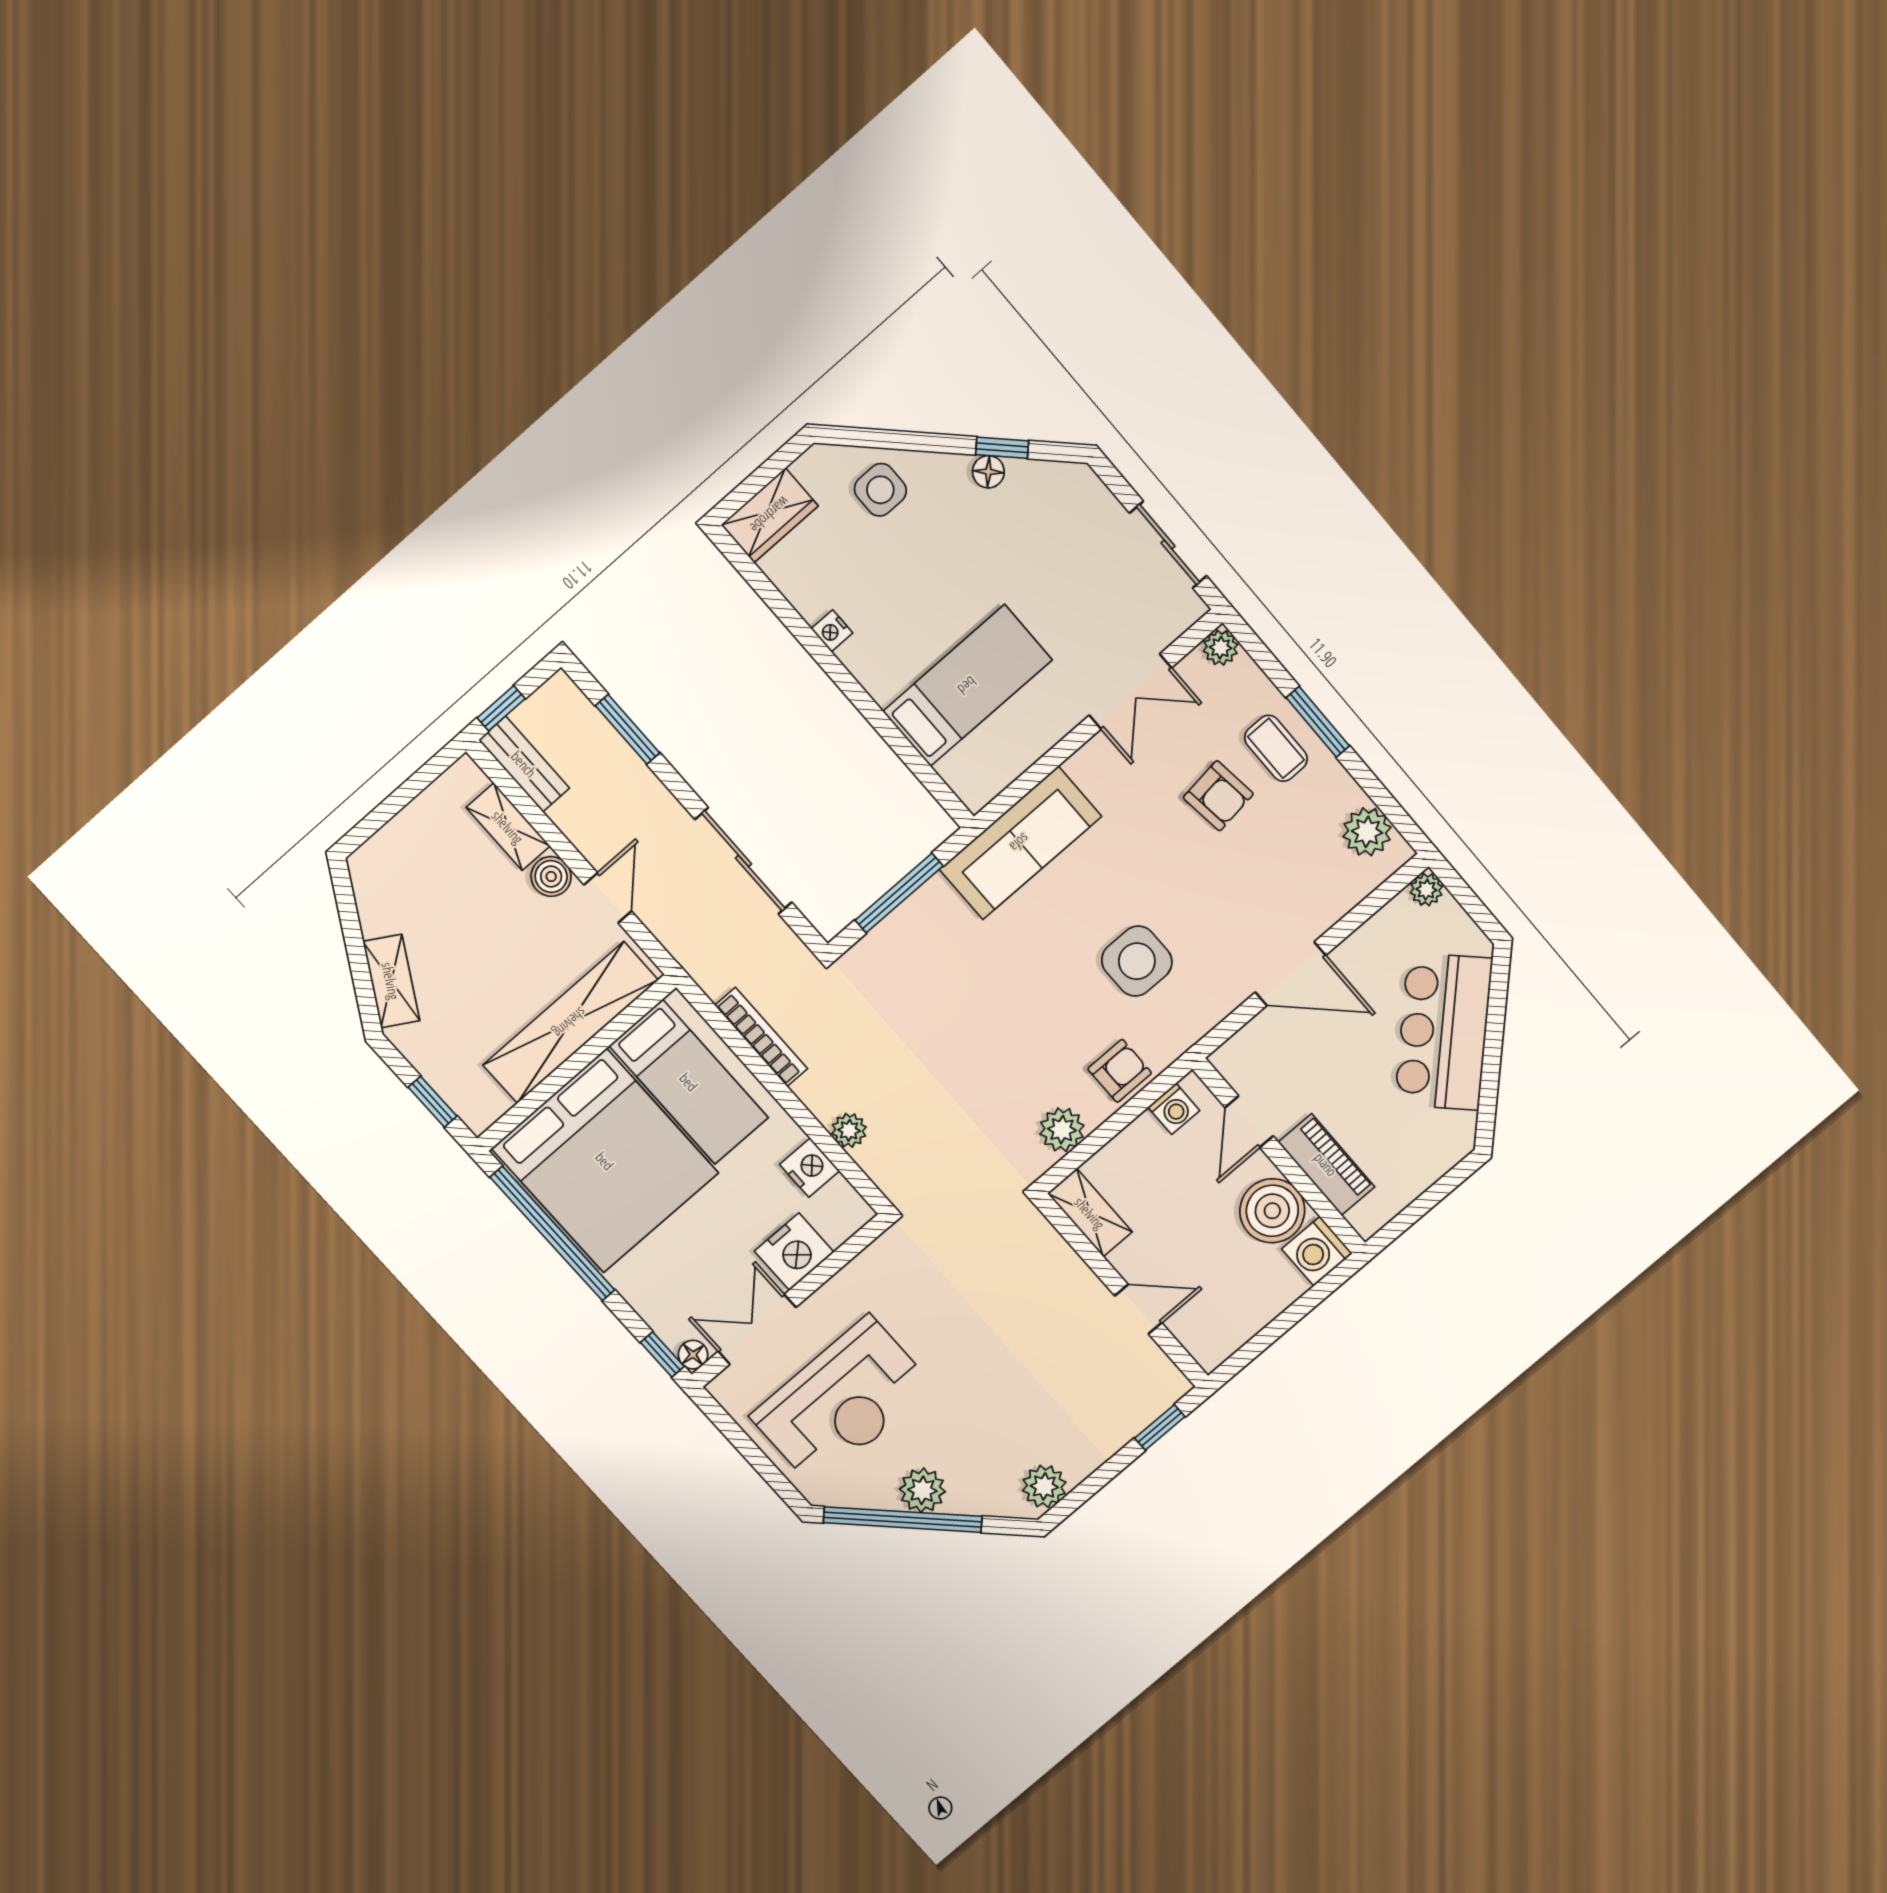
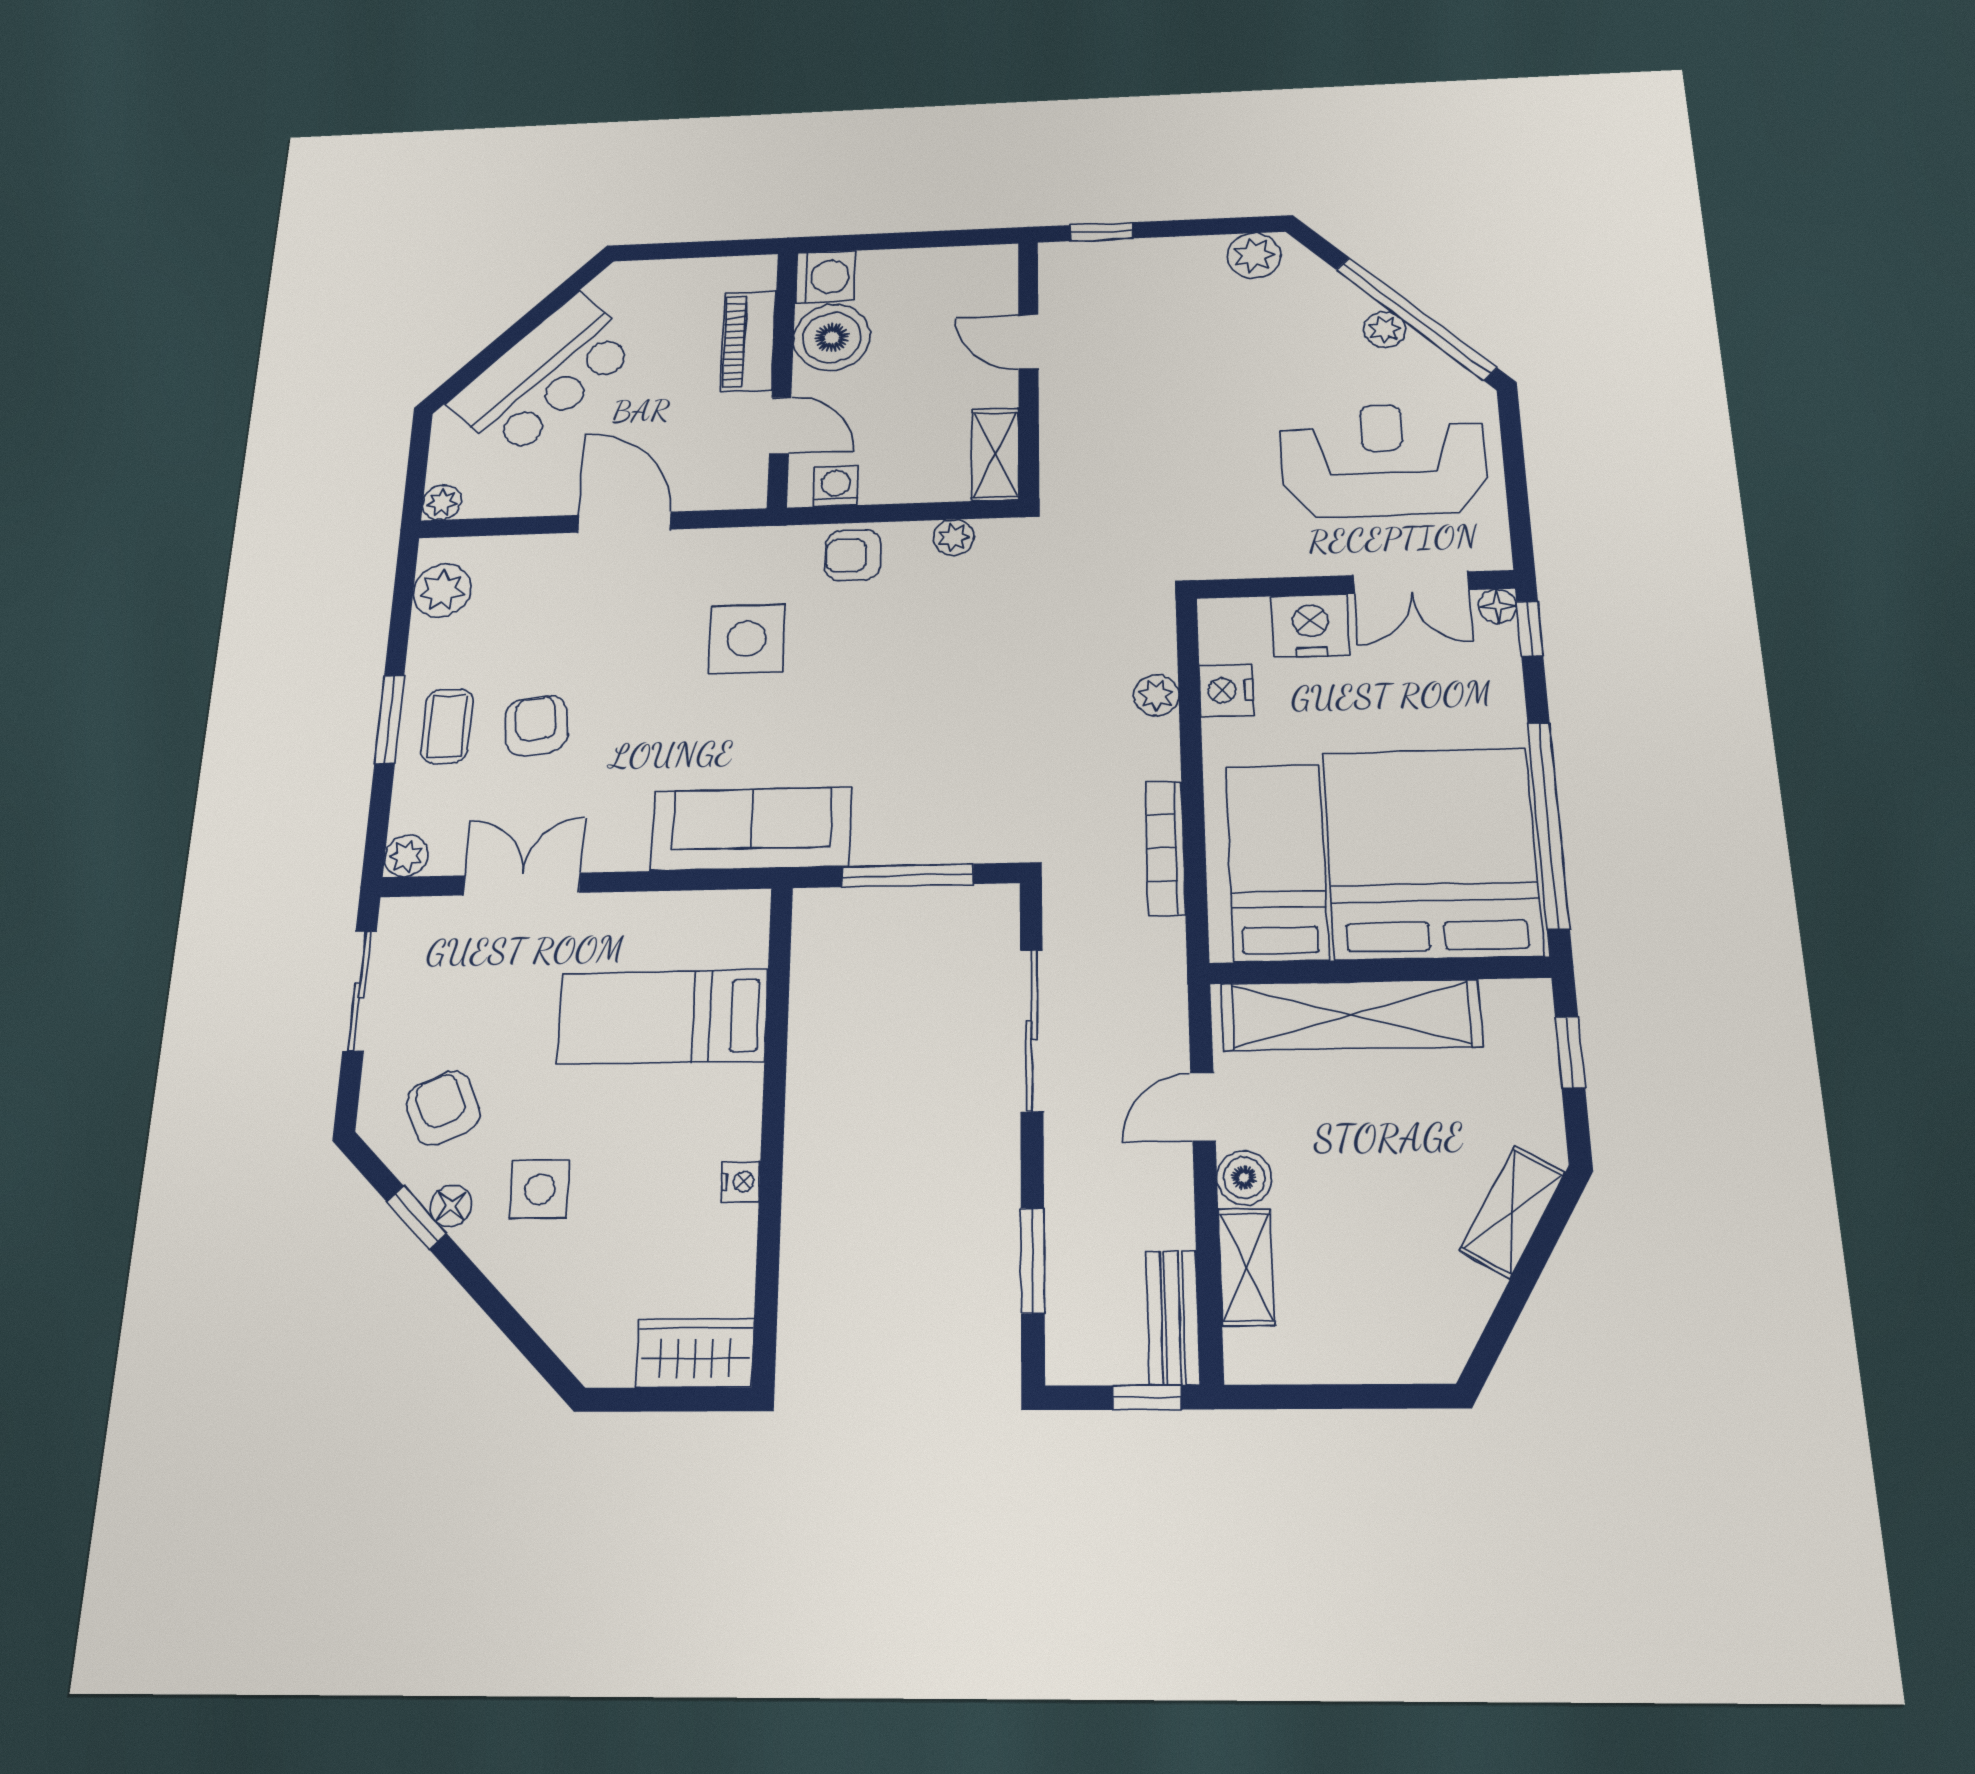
side table: (880, 490) -> (540, 1189), moved
armchair: (1048, 521) -> (443, 1108), added
door: (1249, 1122) -> (780, 426), hinge flipped
plant: (1062, 1130) -> (954, 537), width x0.73, depth x0.73
plant: (922, 1490) -> (1385, 330), width x0.73, depth x0.73

